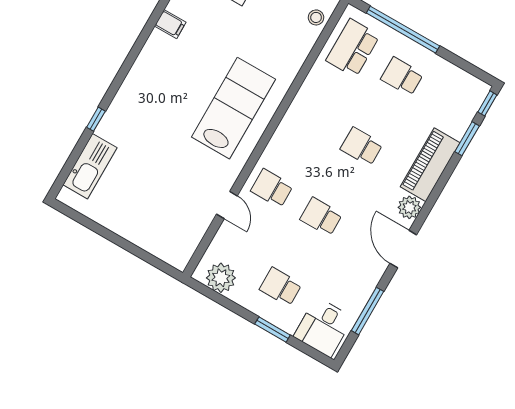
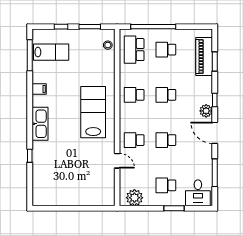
window: (487, 103) -> (215, 100), moved
school desk: (312, 118) -> (134, 95), added
piano: (430, 165) -> (204, 57), moved
kitchen sink: (90, 166) -> (40, 124), moved

